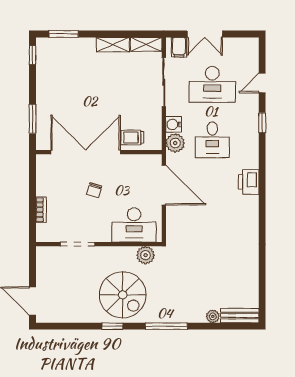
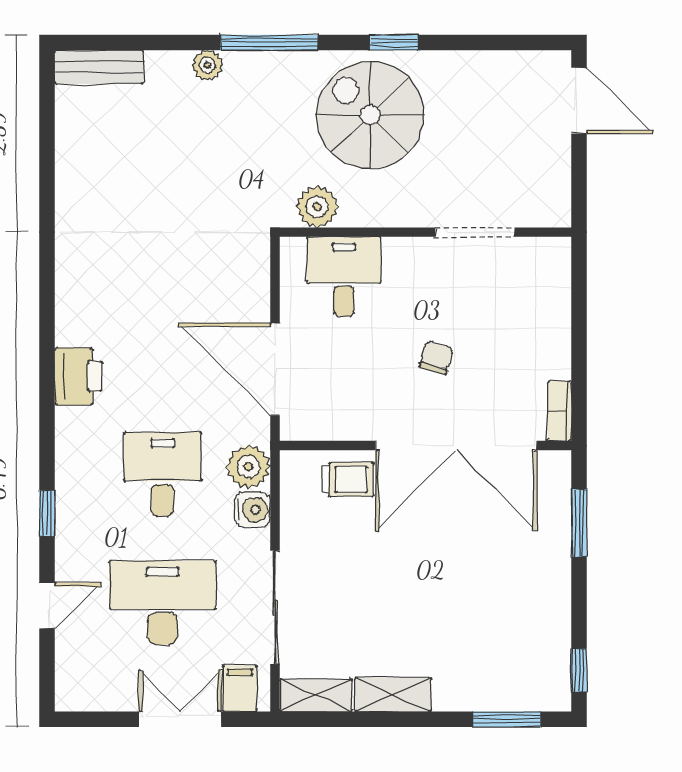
bookcase: (41, 210) -> (559, 411), moved
desk: (134, 225) -> (344, 277), width x0.73
plant: (213, 316) -> (207, 65), moved

